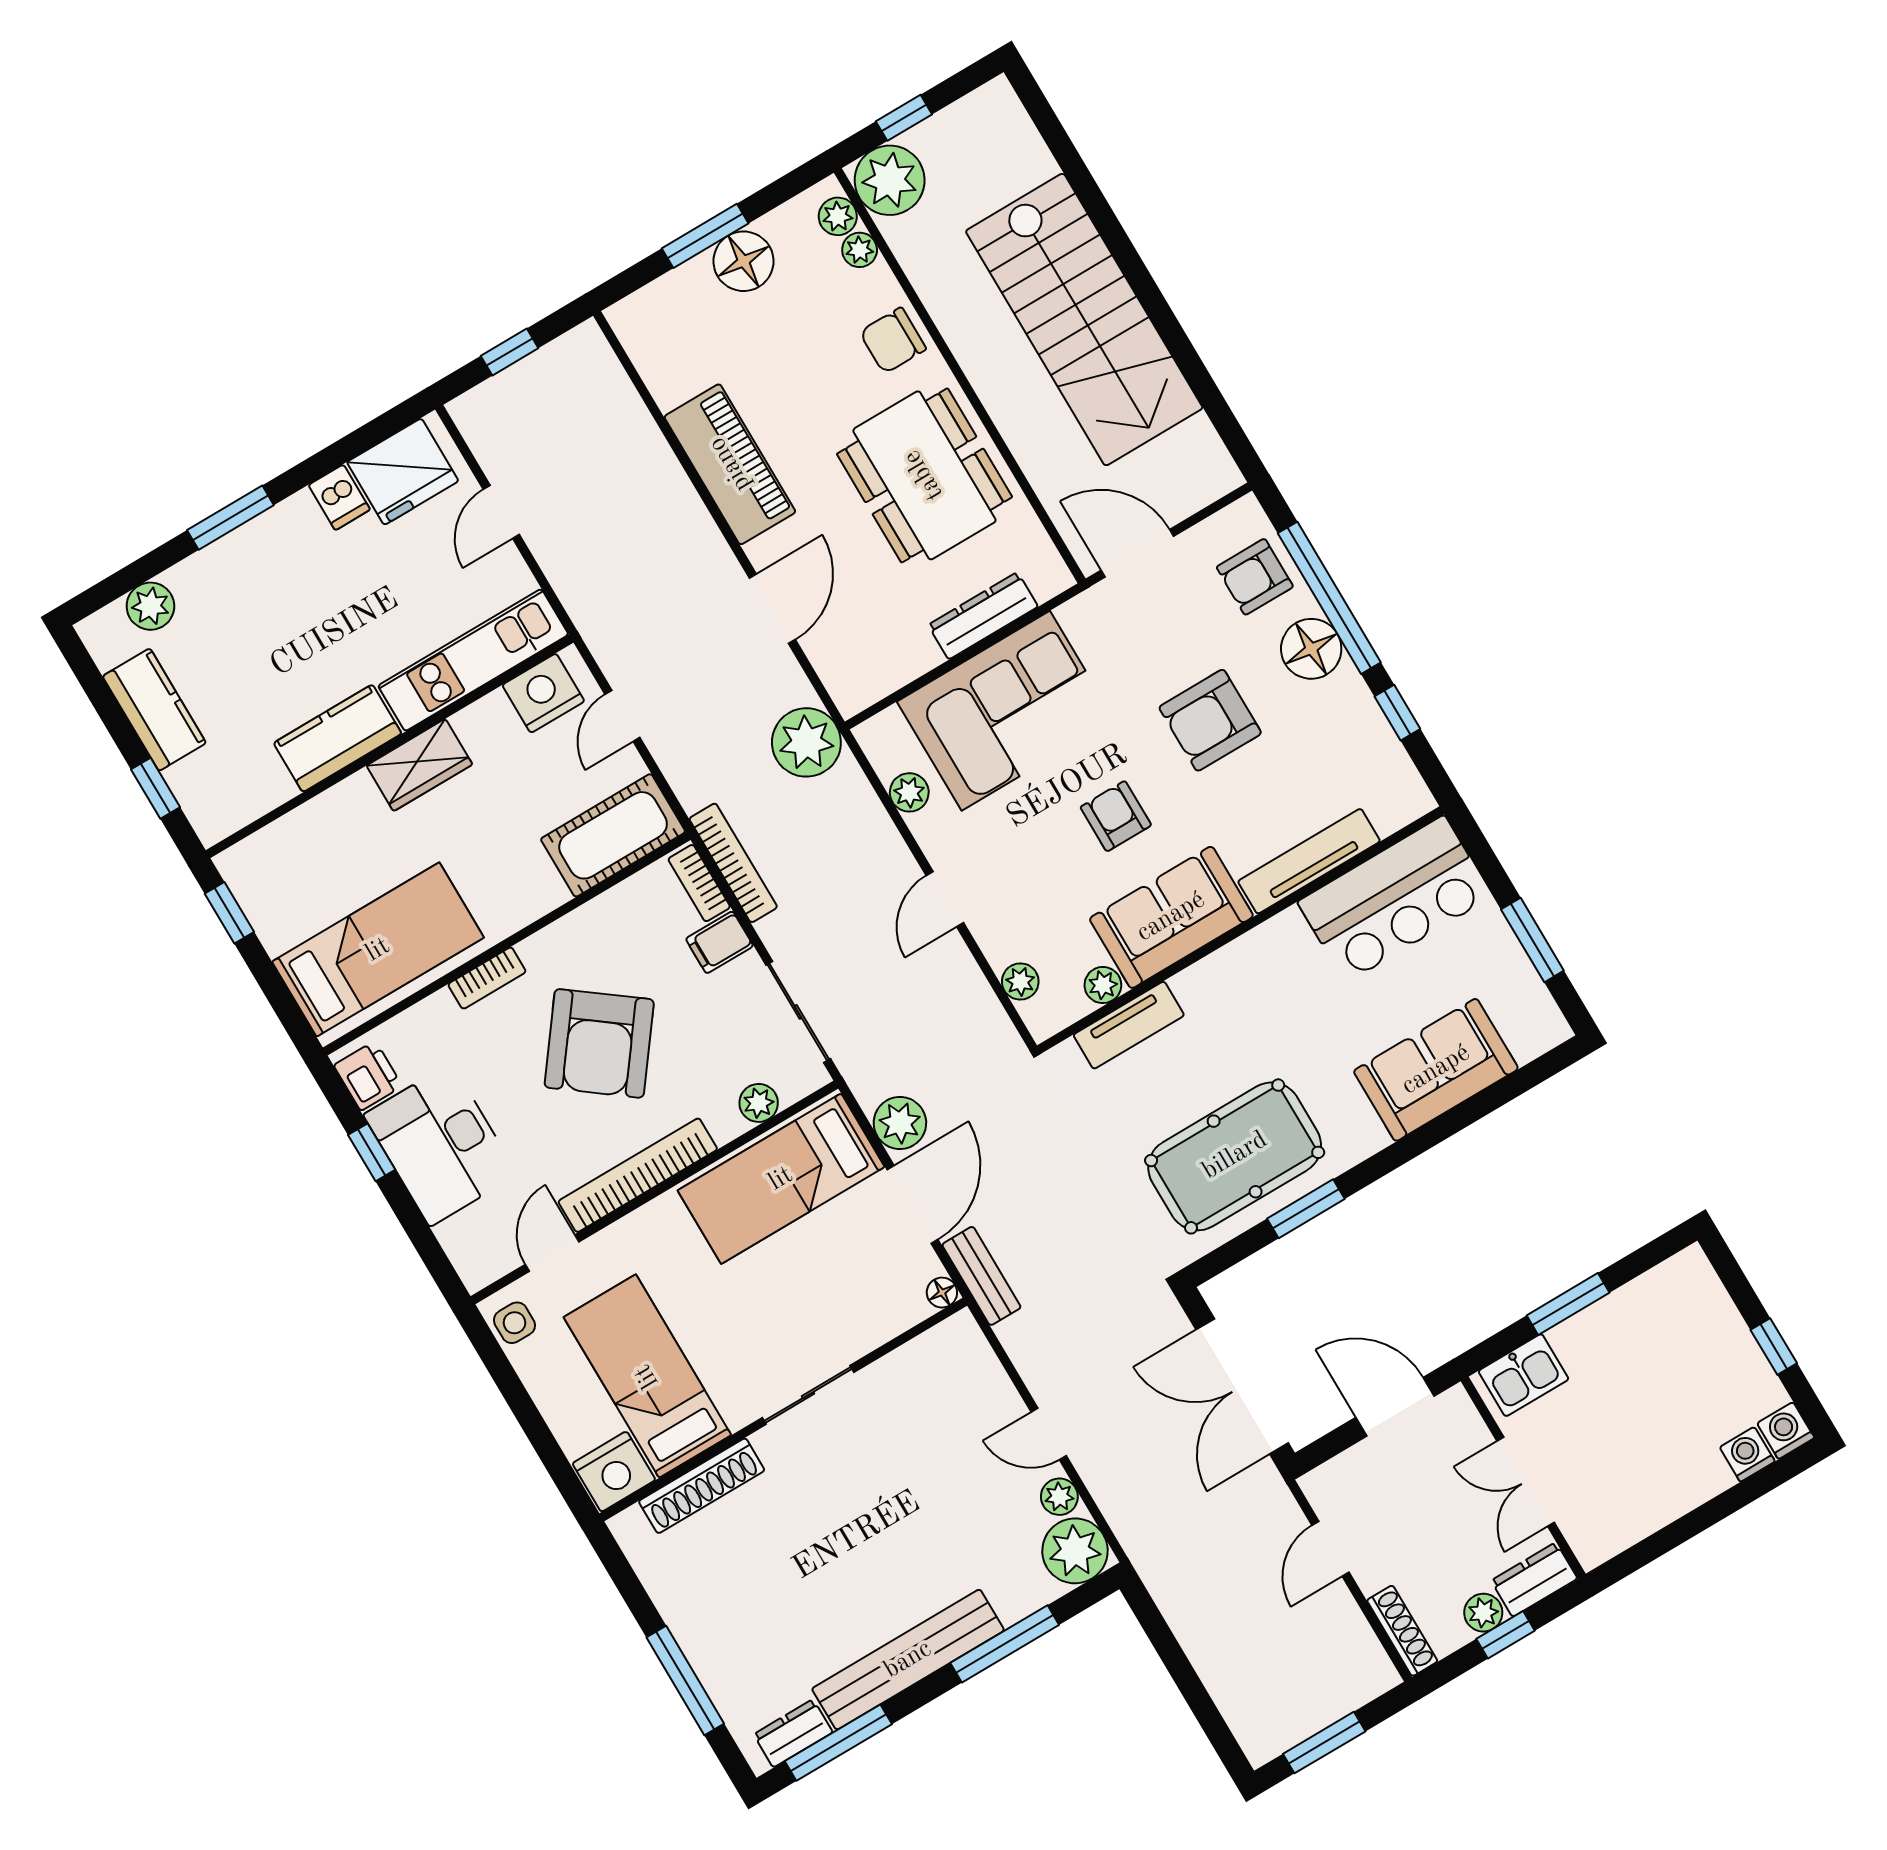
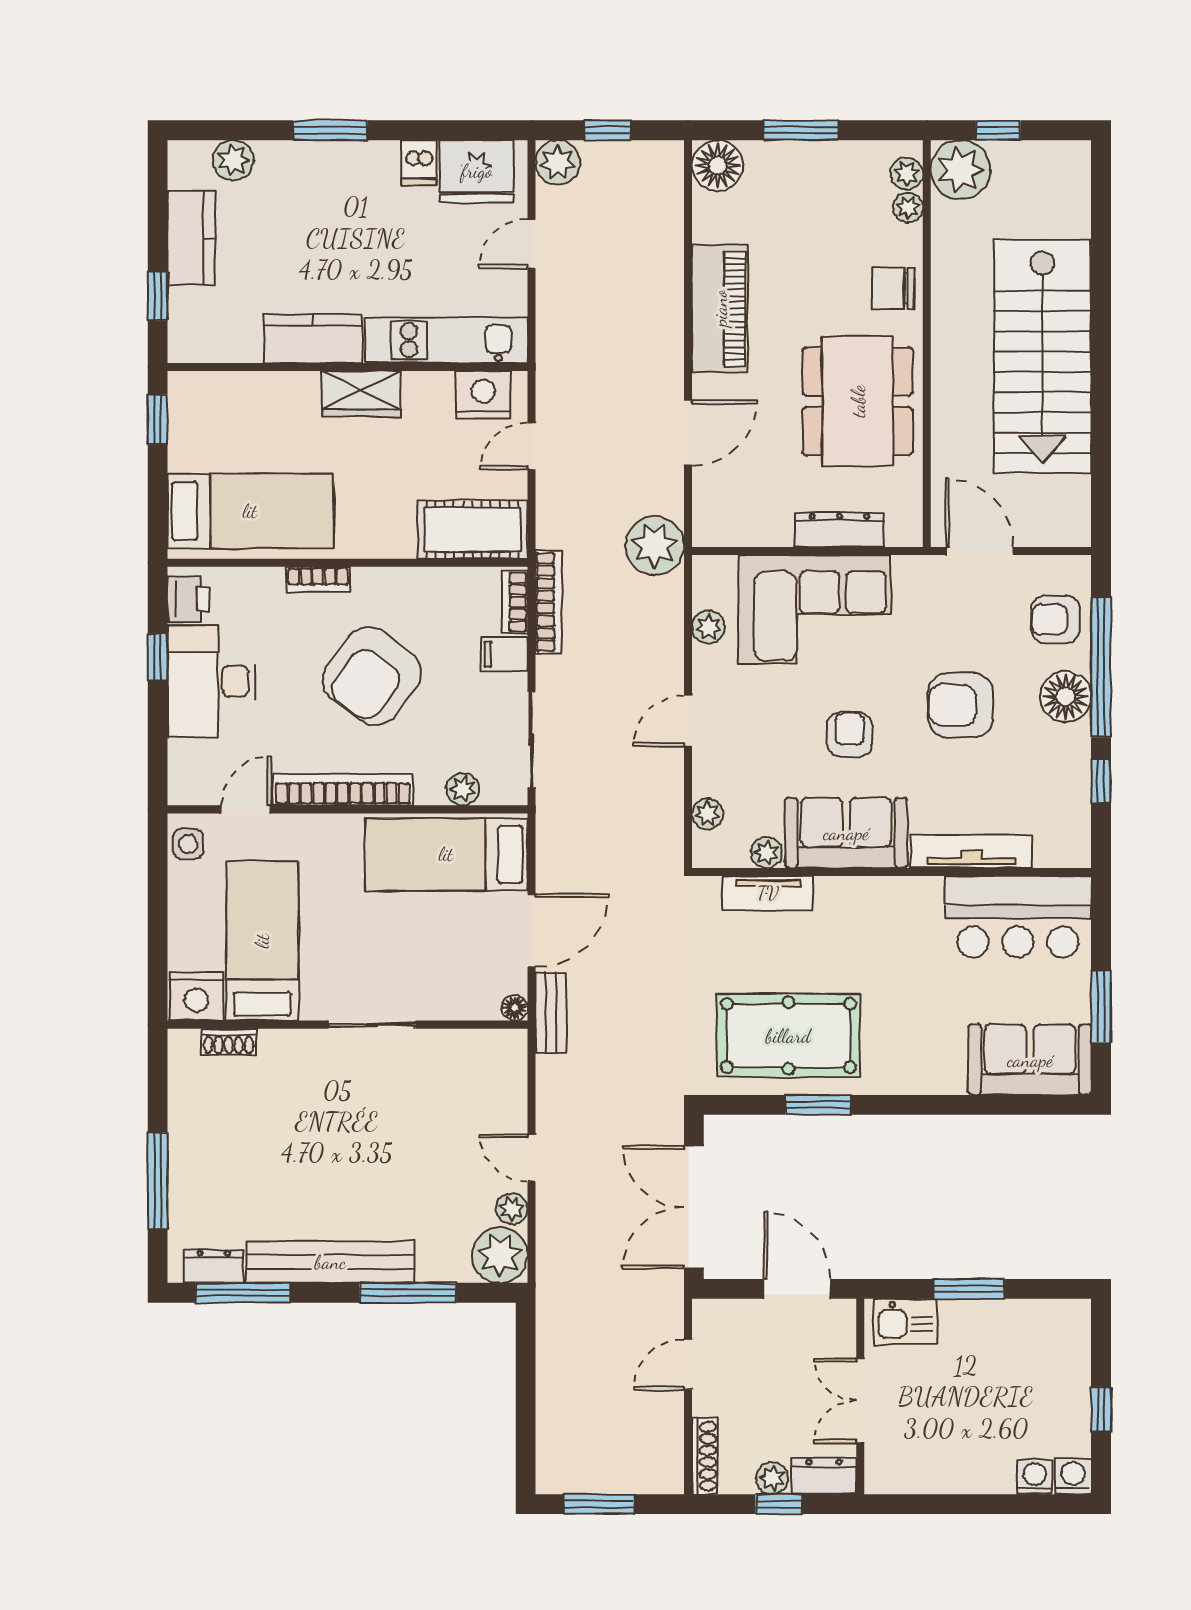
floor lamp: (744, 261) -> (718, 166), moved
sofa: (1436, 1070) -> (1030, 1060), moved
plant: (900, 1123) -> (558, 162), moved
shoe rack: (702, 1486) -> (229, 1042), width x0.51, depth x0.81

